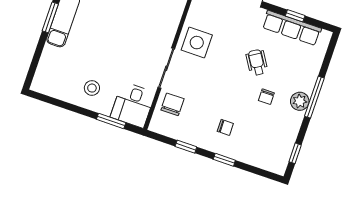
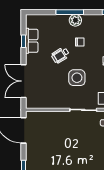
row of seats: (292, 28) -> (32, 41), width x0.68
side table: (197, 43) -> (77, 78), moved

